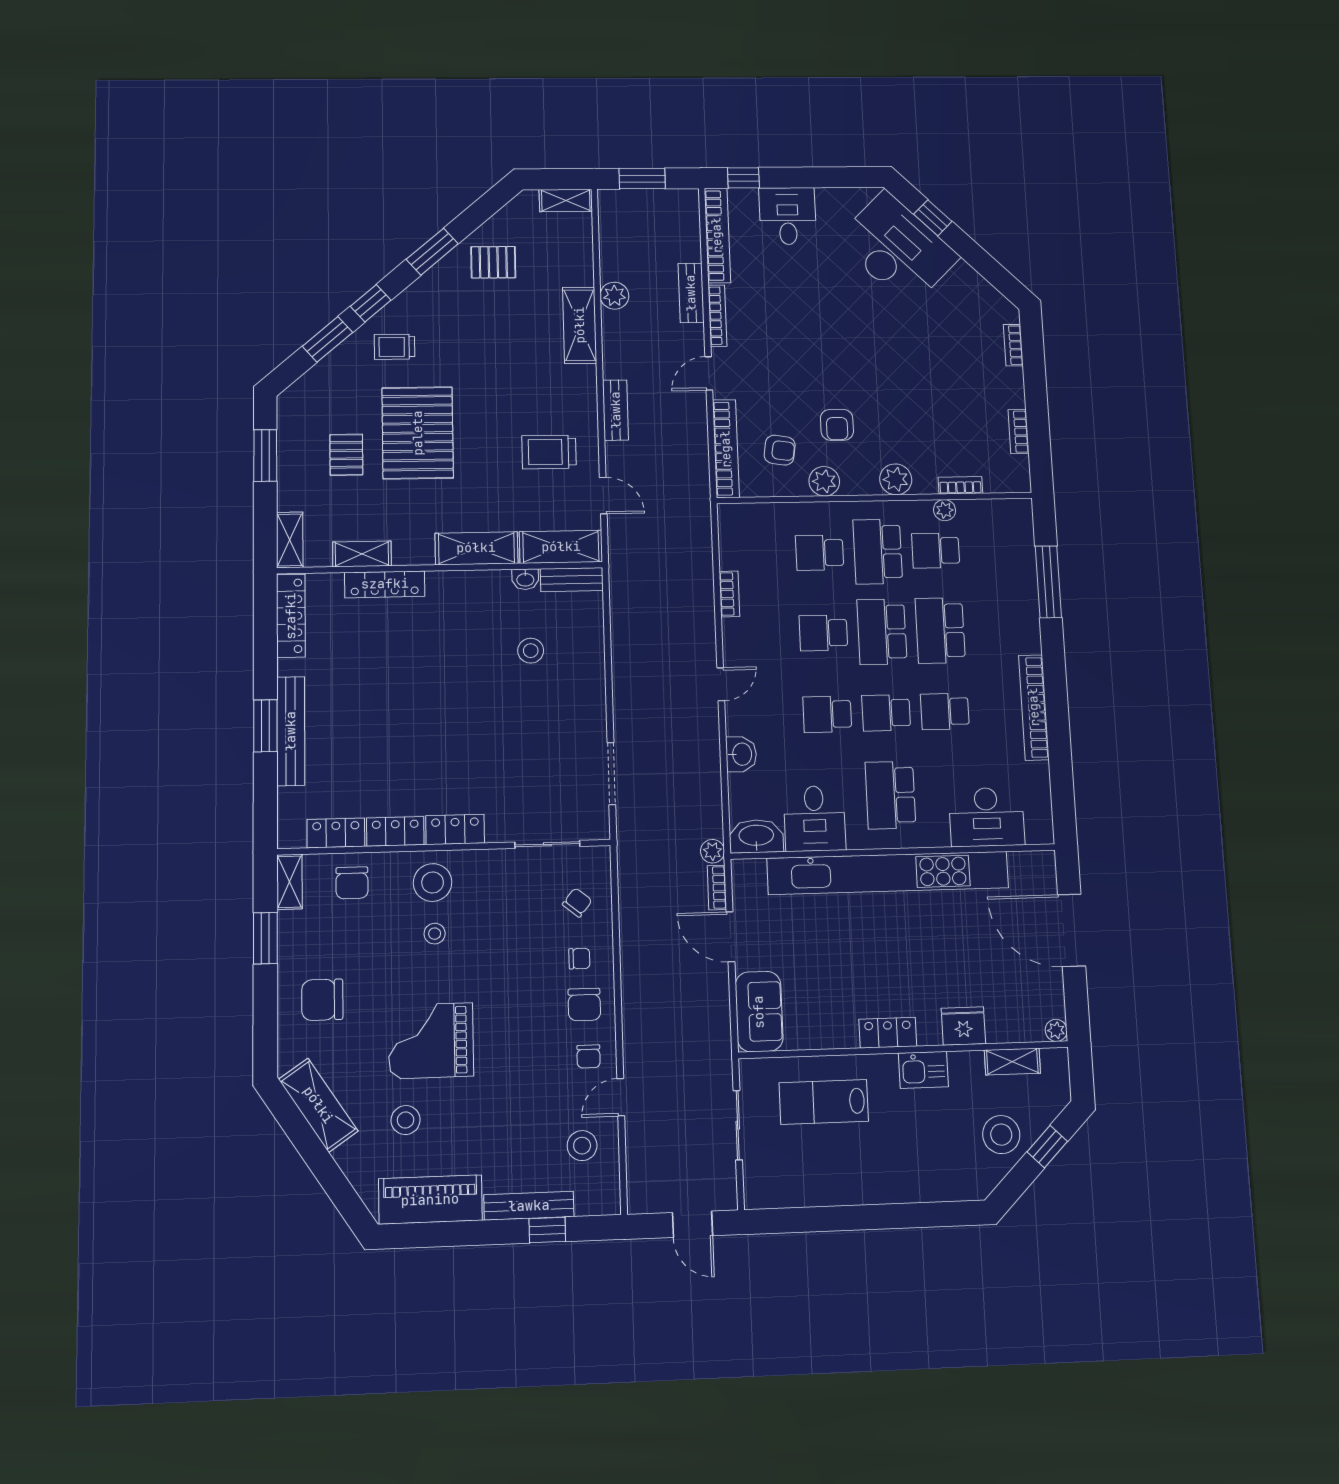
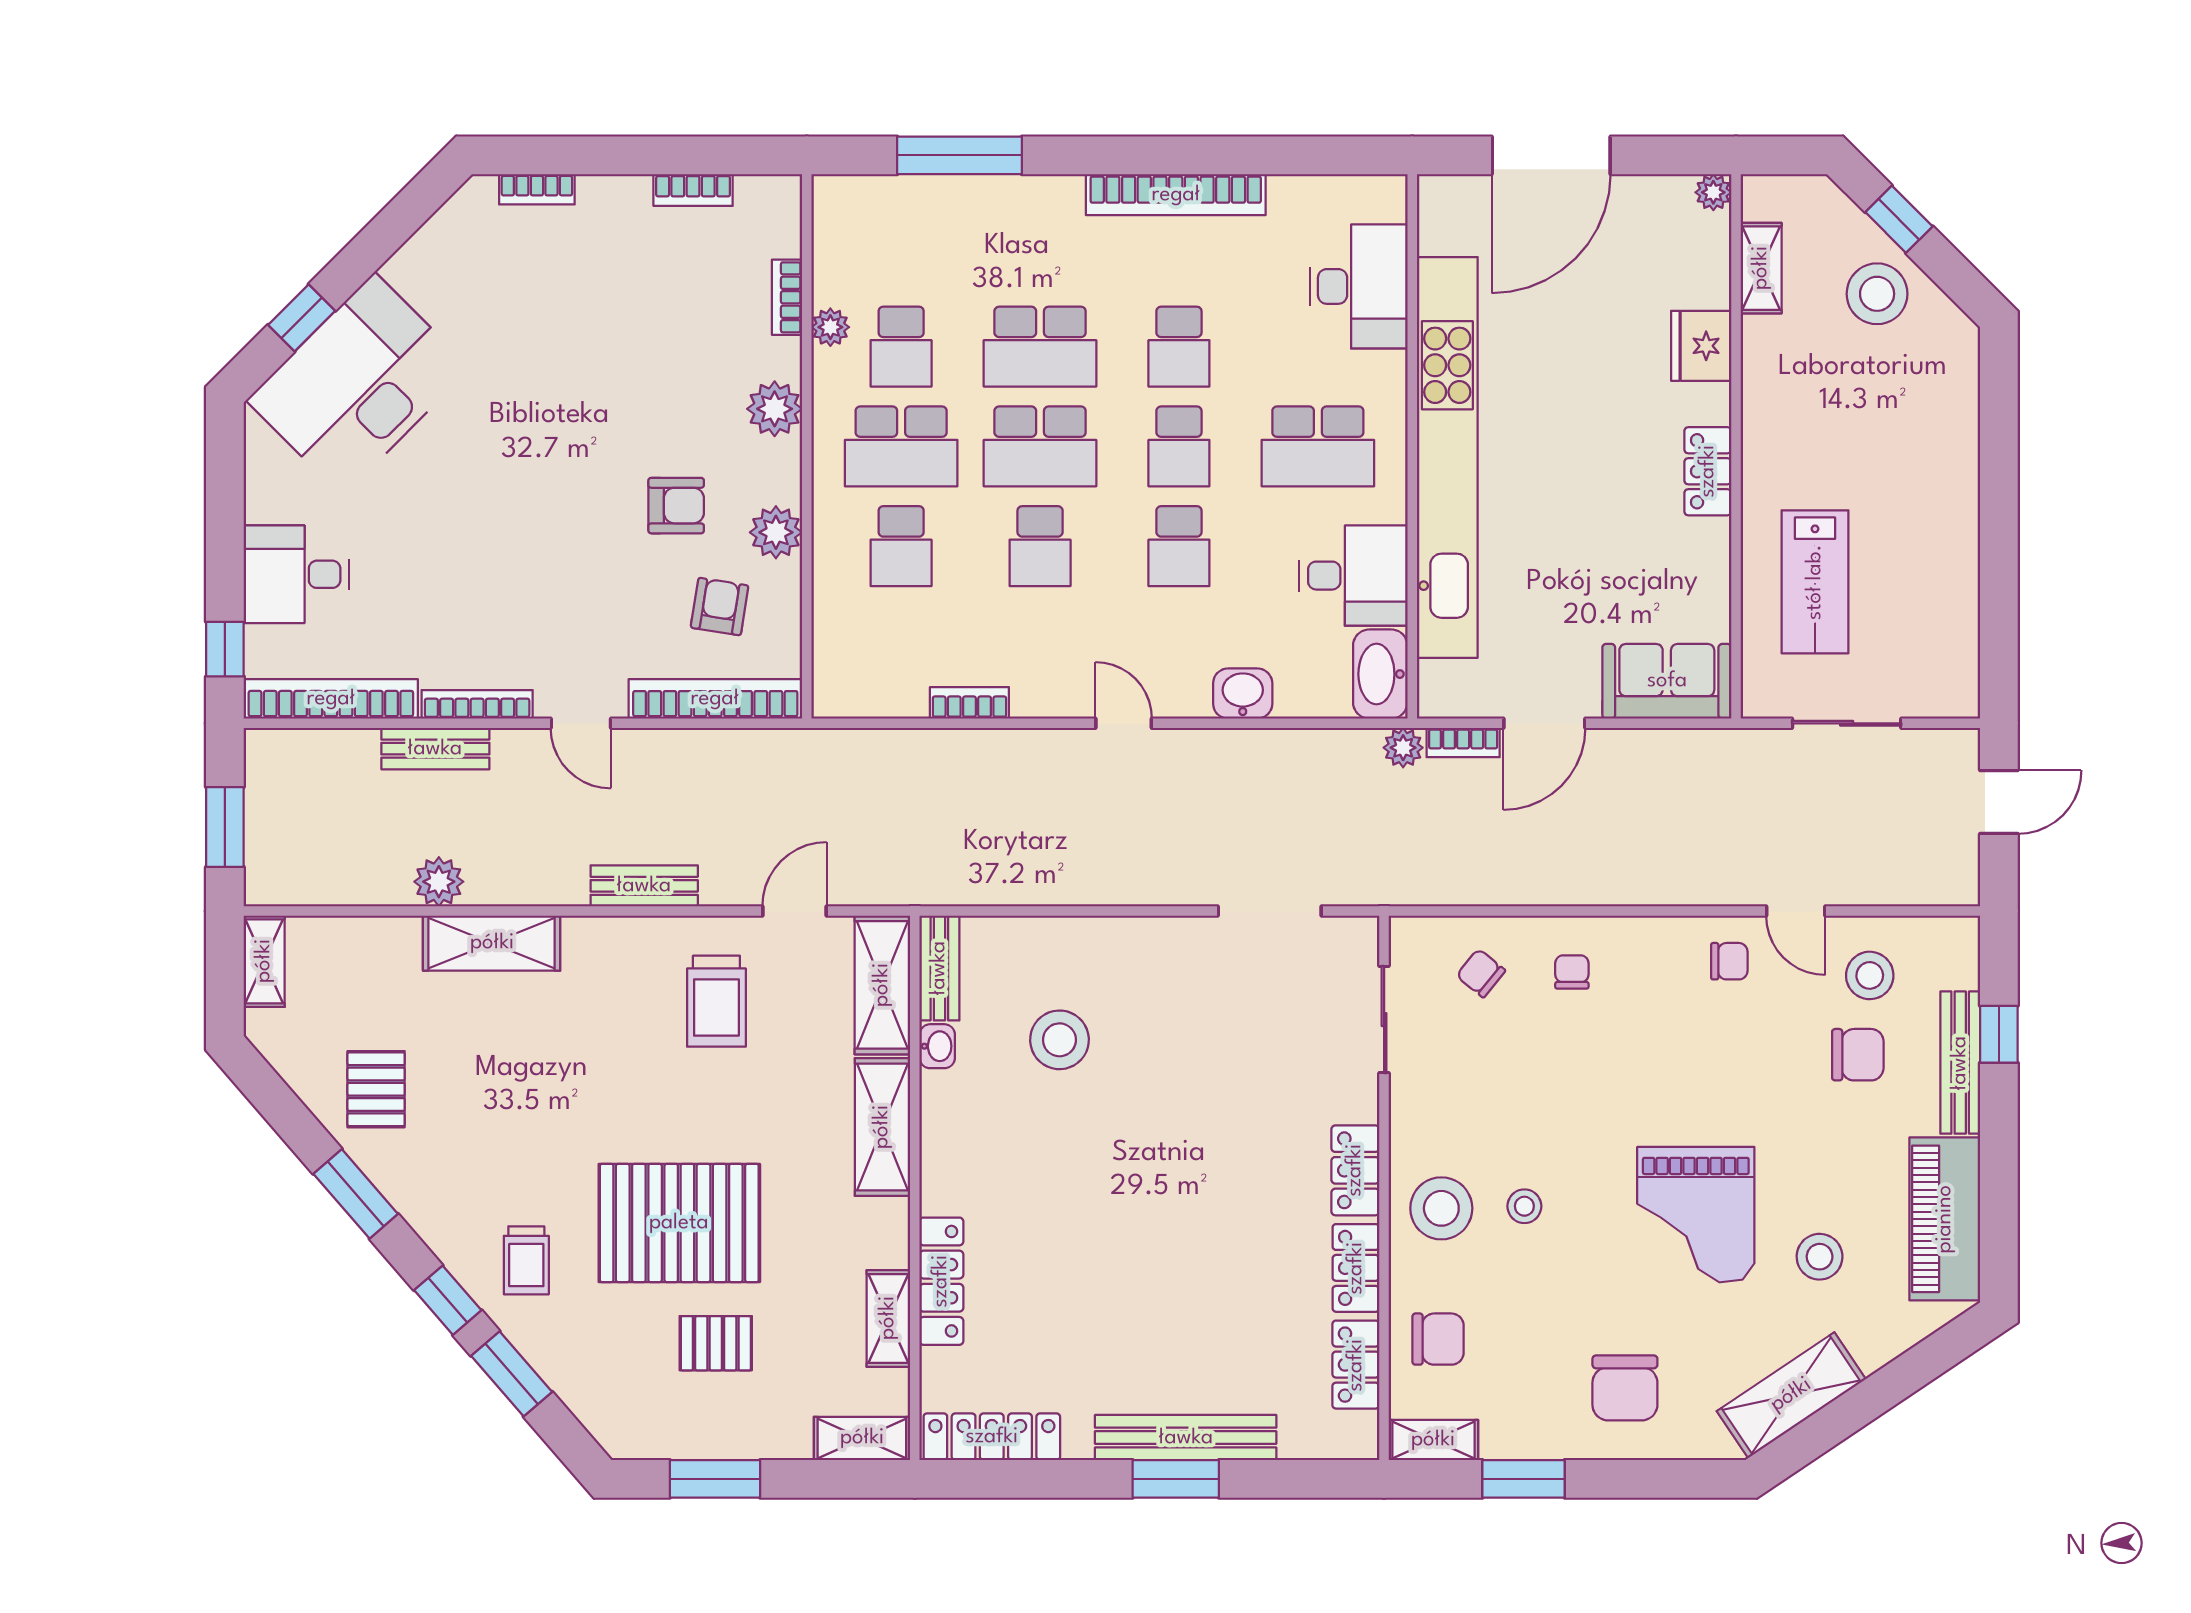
stool: (531, 651) -> (1059, 1040), width x1.38, depth x1.38
chair: (584, 1004) -> (1858, 1055), moved
kitchen sink: (923, 1070) -> (1769, 416), removed

